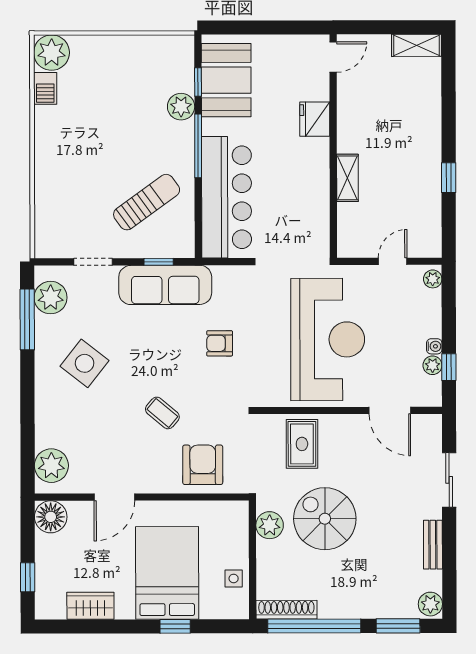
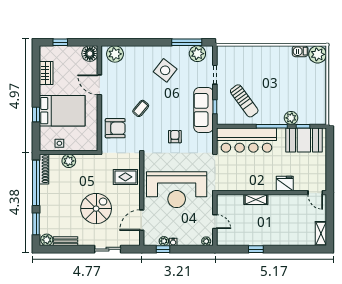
spiral stairs: (325, 519) -> (96, 209), moved
plant: (270, 525) -> (69, 161), moved
bench: (433, 545) -> (66, 241), moved

